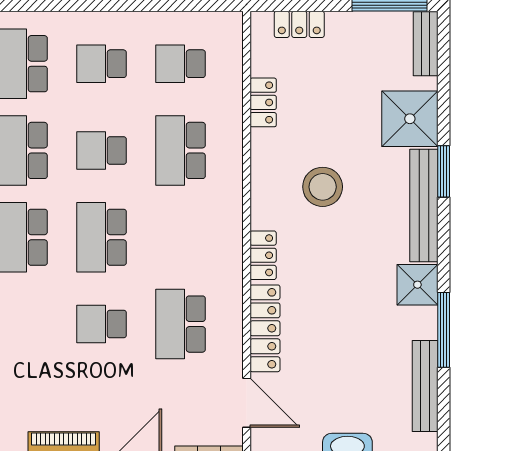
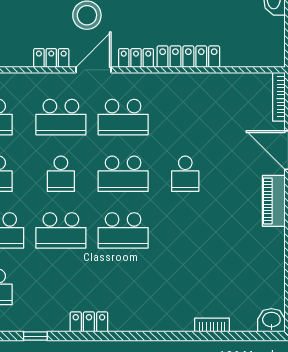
locker: (263, 102) -> (51, 58), moved
school desk: (180, 324) -> (123, 117), moved
door: (247, 403) -> (94, 70), moved

